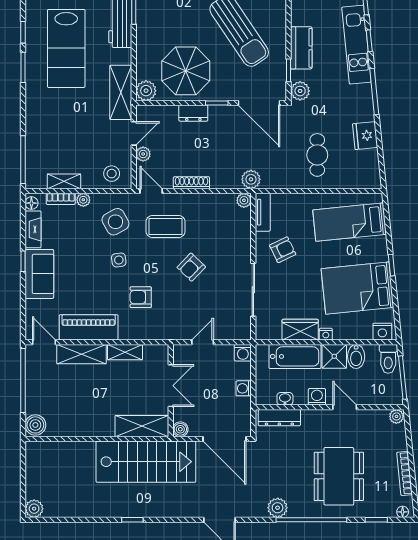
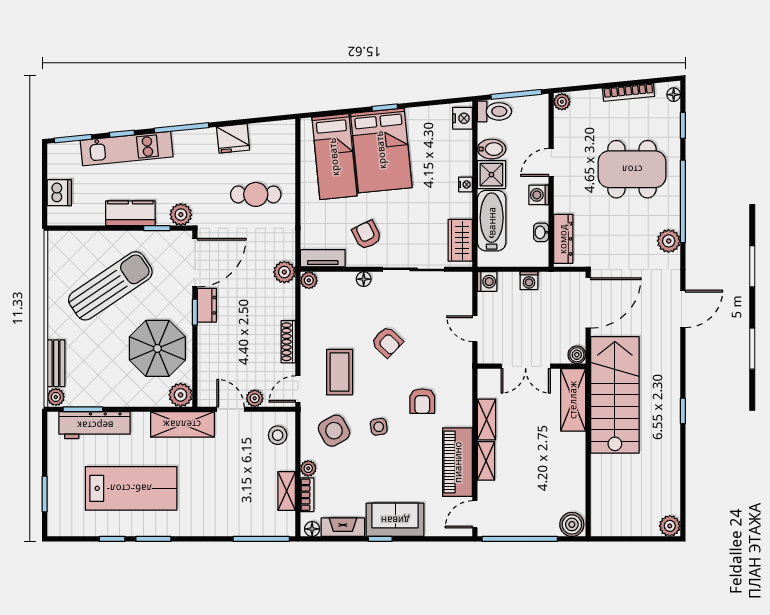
dresser: (193, 113) -> (207, 305), moved
floor lamp: (245, 247) -> (364, 279), added
bed: (357, 288) -> (381, 150), moved
wardrobe: (300, 330) -> (460, 240), moved
shelving: (81, 354) -> (486, 461), width x0.67, depth x0.75
double door: (171, 386) -> (526, 366), swing flipped

